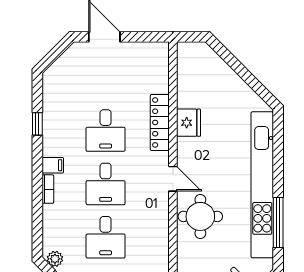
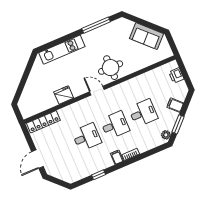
locker: (160, 122) -> (43, 122), moved
door: (173, 179) -> (97, 91), hinge flipped
kitchen unit: (262, 185) -> (62, 50), width x0.54

